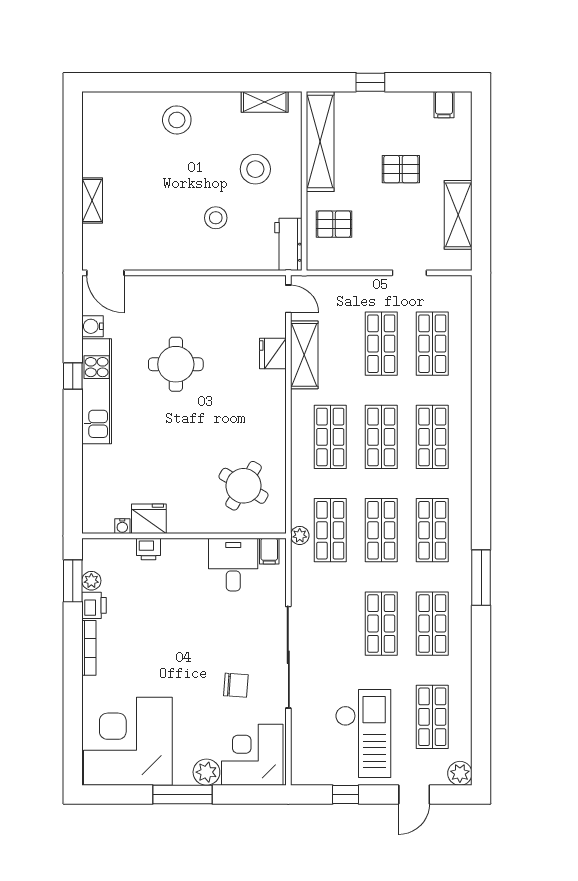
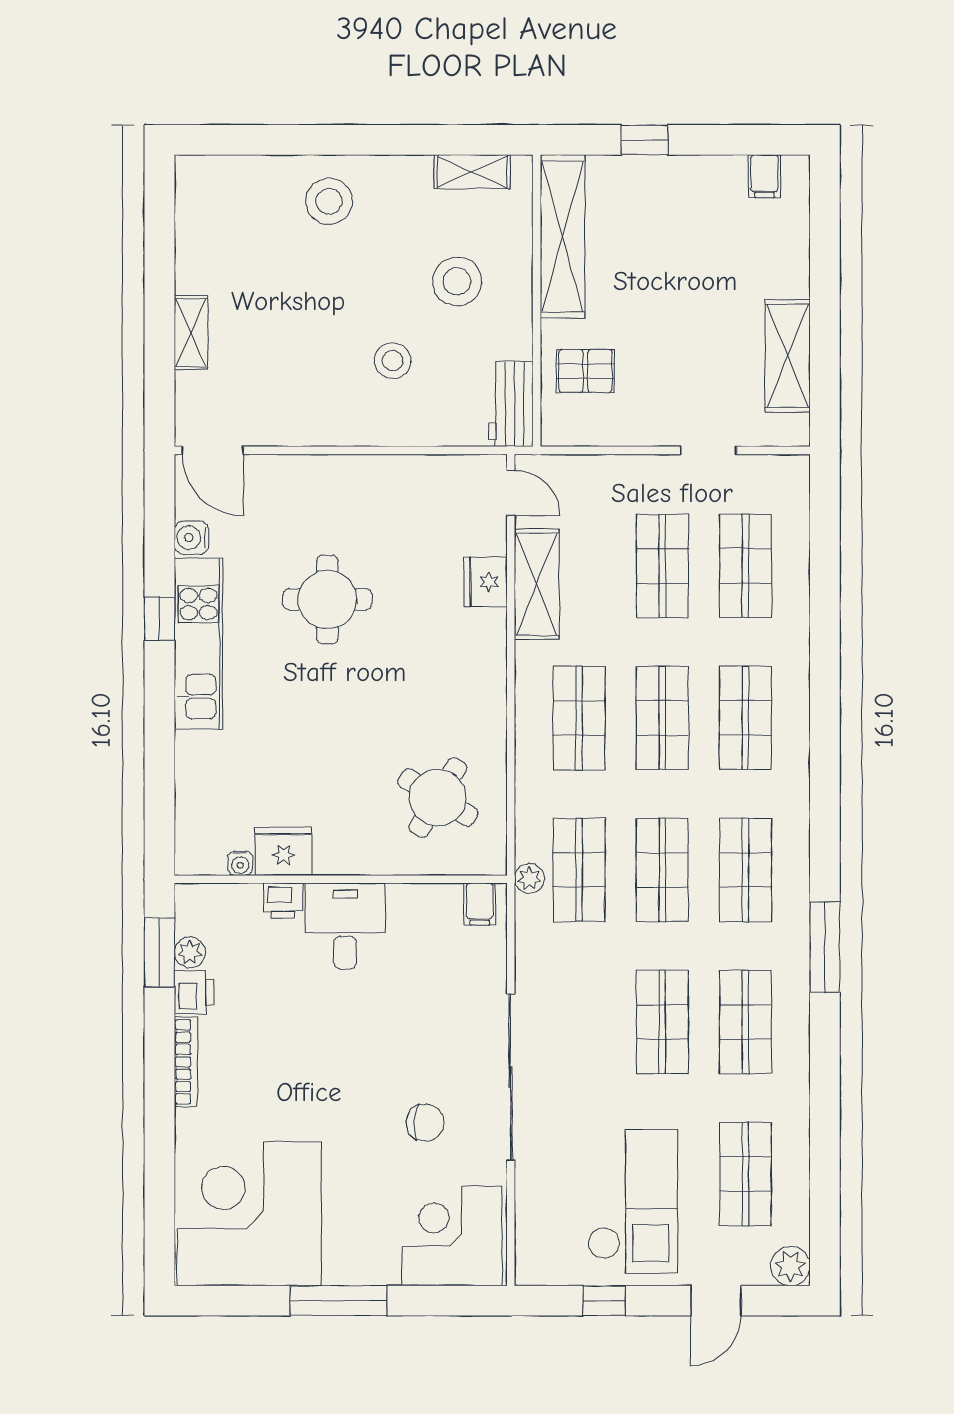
pallet: (401, 169) -> (694, 282), removed
desk: (233, 565) -> (345, 926), moved
plant: (206, 772) -> (377, 1264), removed

